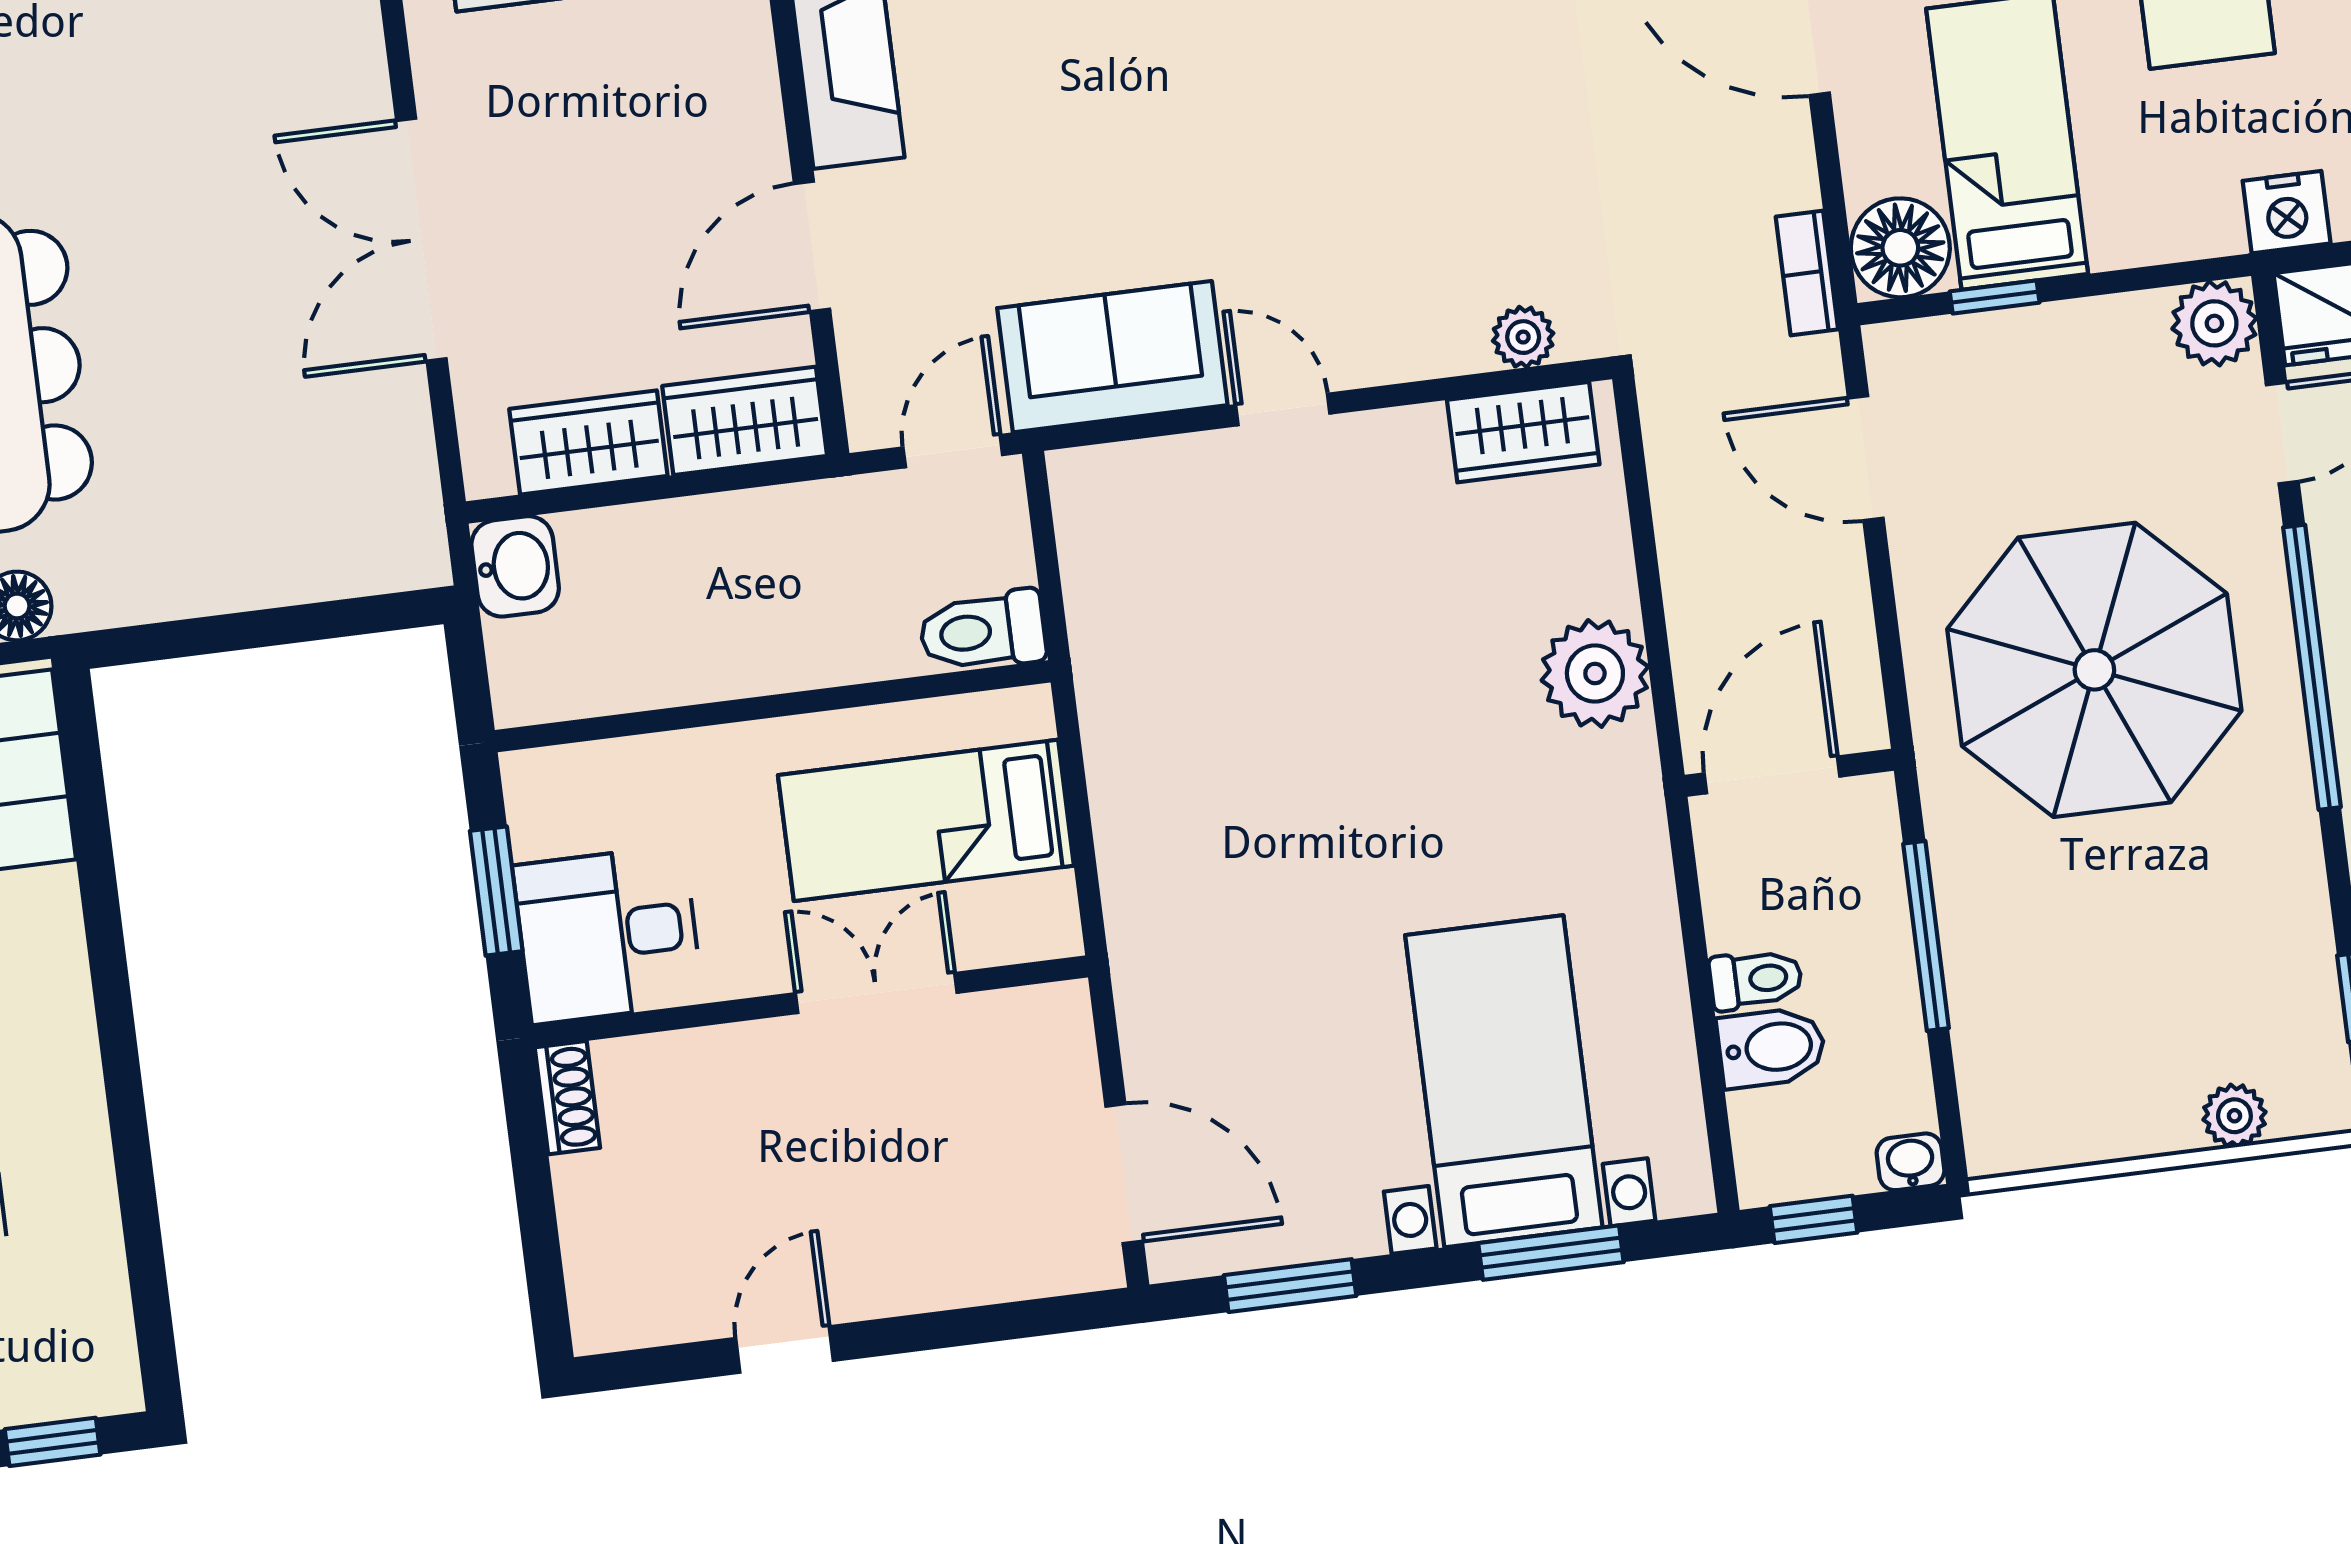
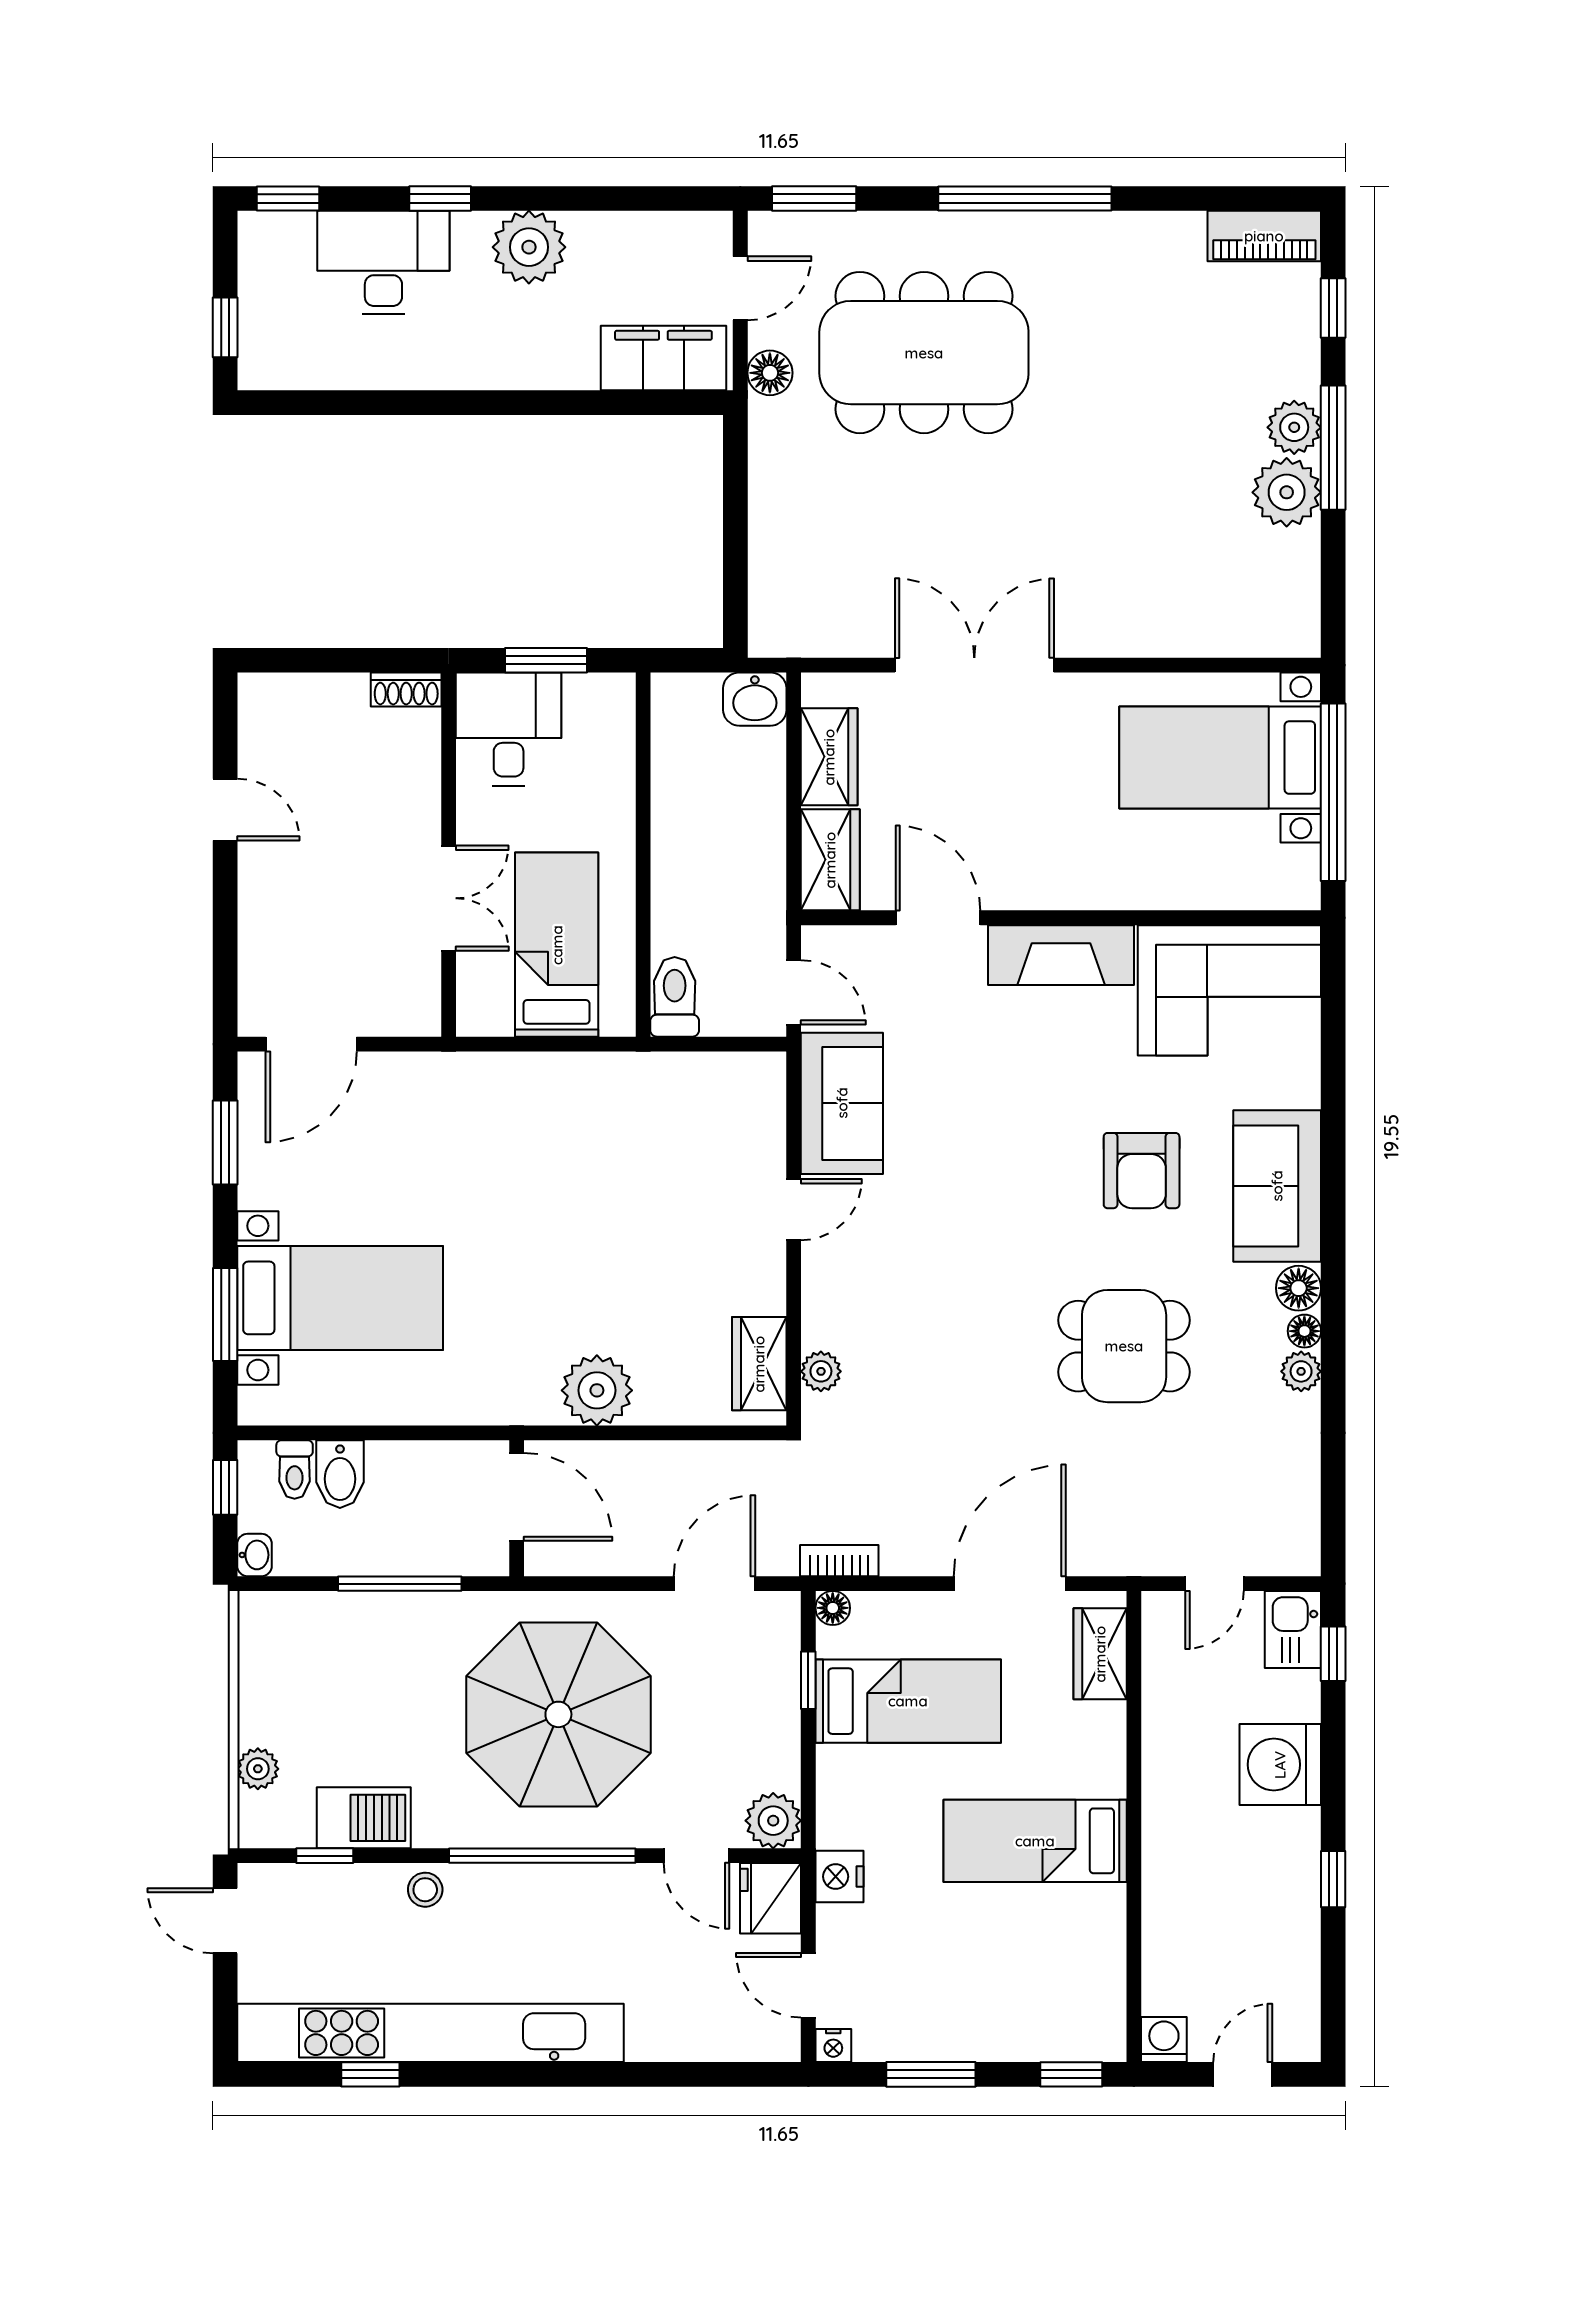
floor lamp: (1900, 248) -> (833, 1608), width x0.53, depth x0.53
barbecue: (2289, 946) -> (364, 1818), added
toilet: (1756, 979) -> (295, 1470), moved

